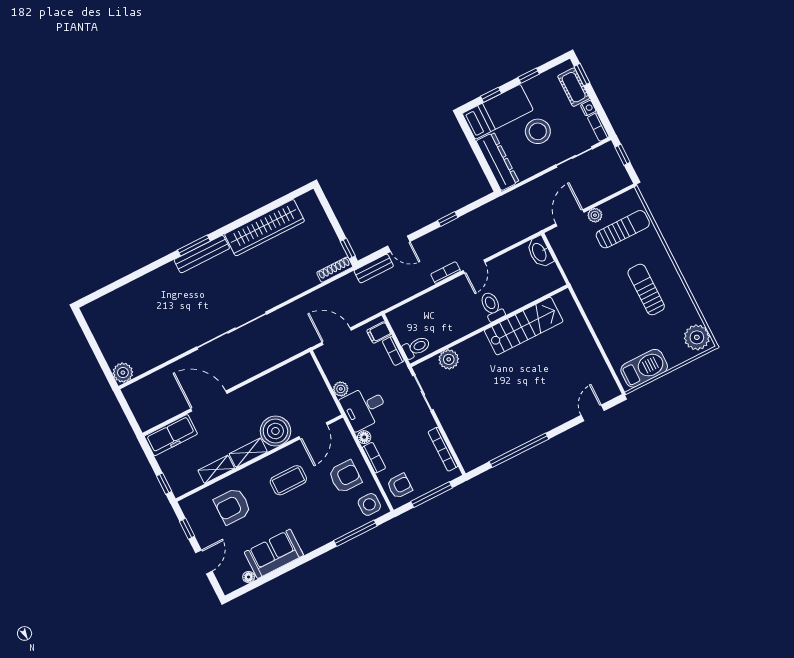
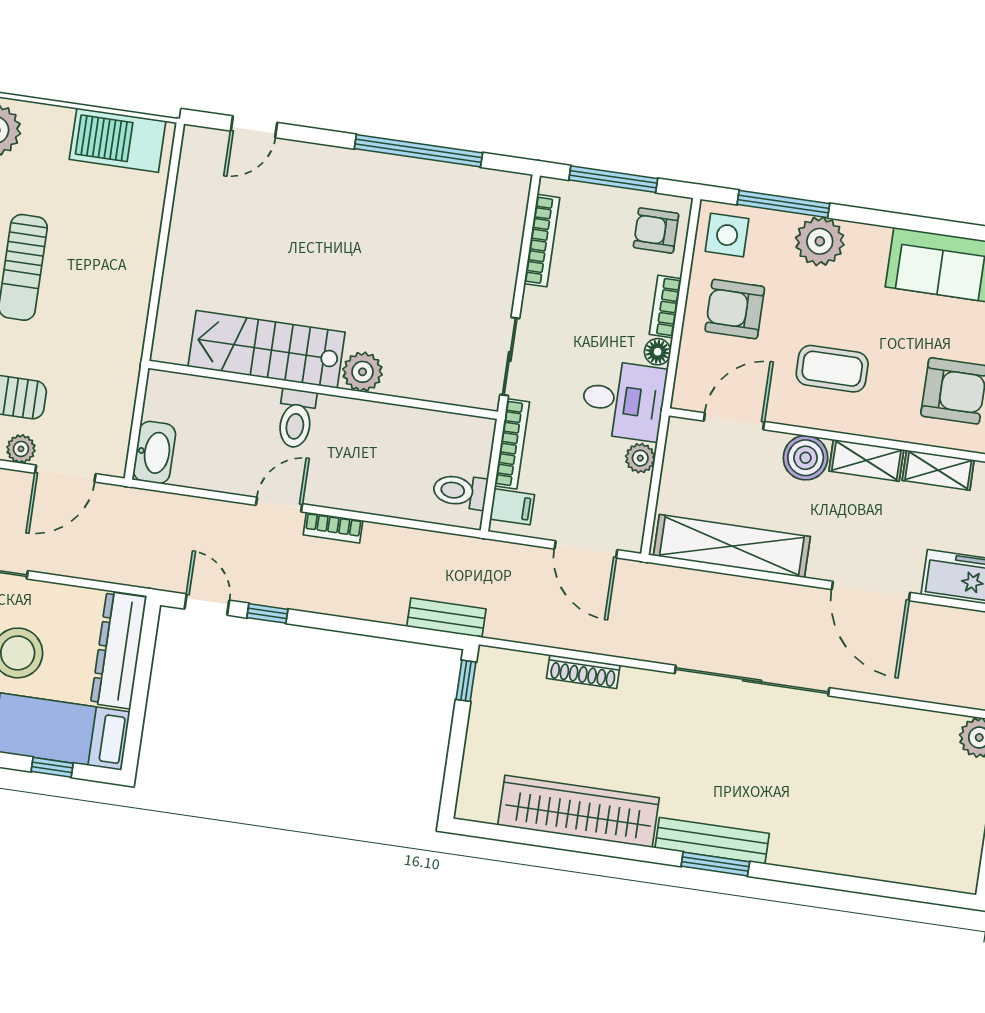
door: (399, 244) -> (207, 605), moved
shoe rack: (335, 270) -> (583, 672), moved
toilet: (416, 347) -> (460, 491), moved
bookcase: (393, 351) -> (512, 444), width x1.56
plant: (449, 359) -> (363, 372), moved
shelving: (278, 379) -> (732, 546), added
boiler: (275, 431) -> (806, 458), width x0.73, depth x0.73
plant: (330, 528) -> (820, 241), added

